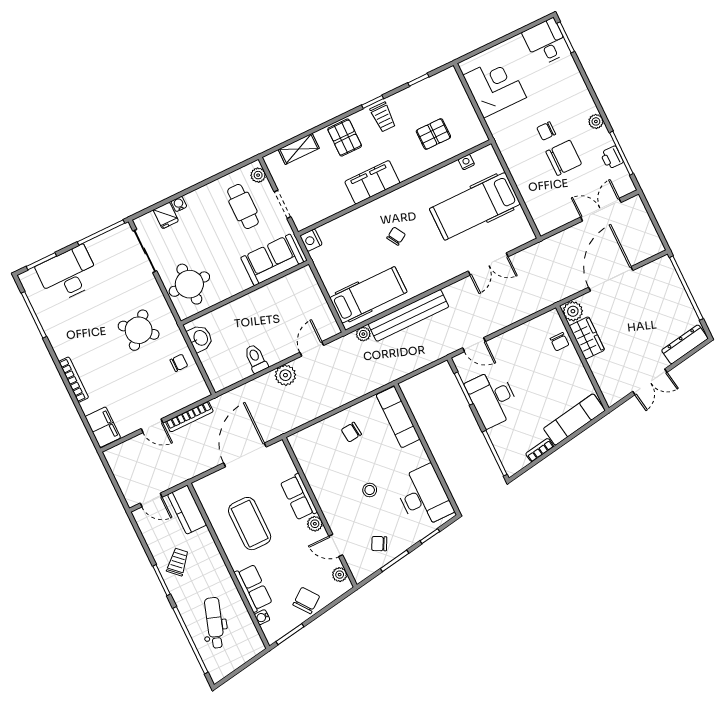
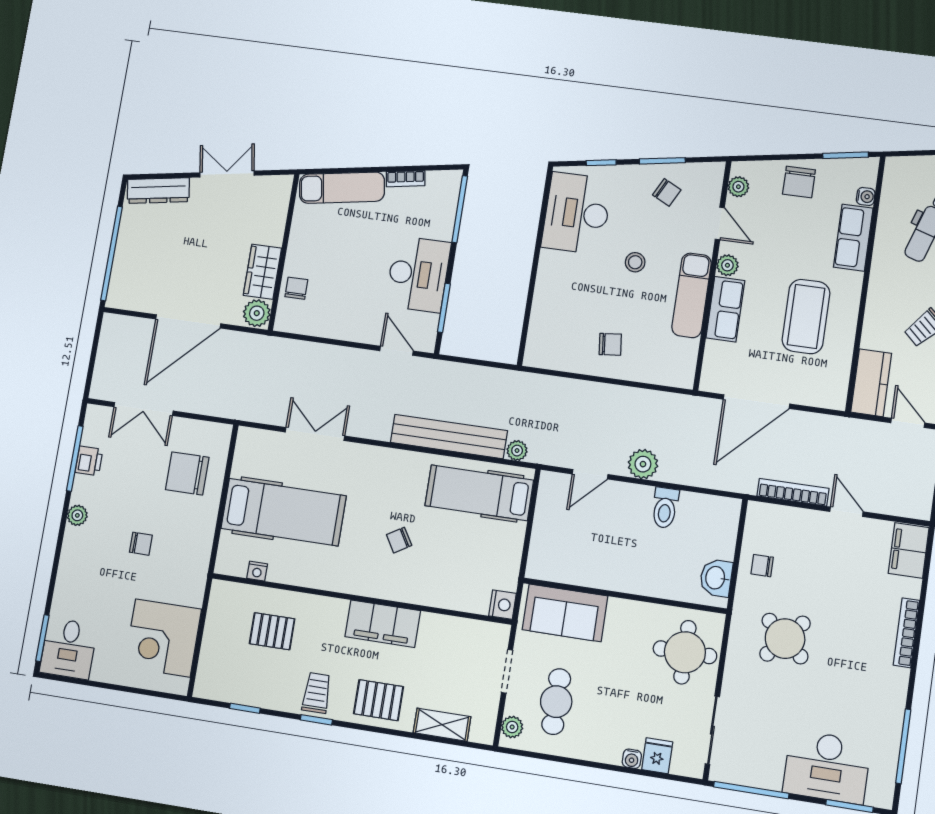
pallet: (345, 138) -> (379, 700), turned 90
chair: (564, 158) -> (187, 473), moved
exam couch: (398, 417) -> (692, 295), moved, turned 180
chair: (306, 601) -> (799, 182), turned -53

